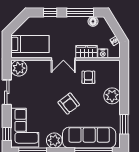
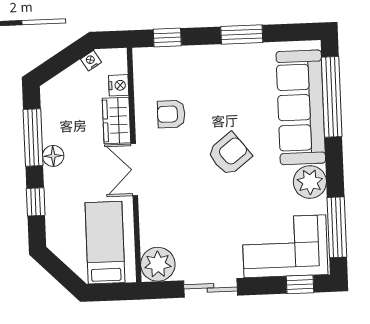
floor lamp: (93, 21) -> (53, 156), moved
double door: (63, 59) -> (134, 170), swing flipped
window: (124, 77) -> (167, 37), added
plant: (112, 96) -> (209, 62), removed
window: (124, 124) -> (242, 34), moved

